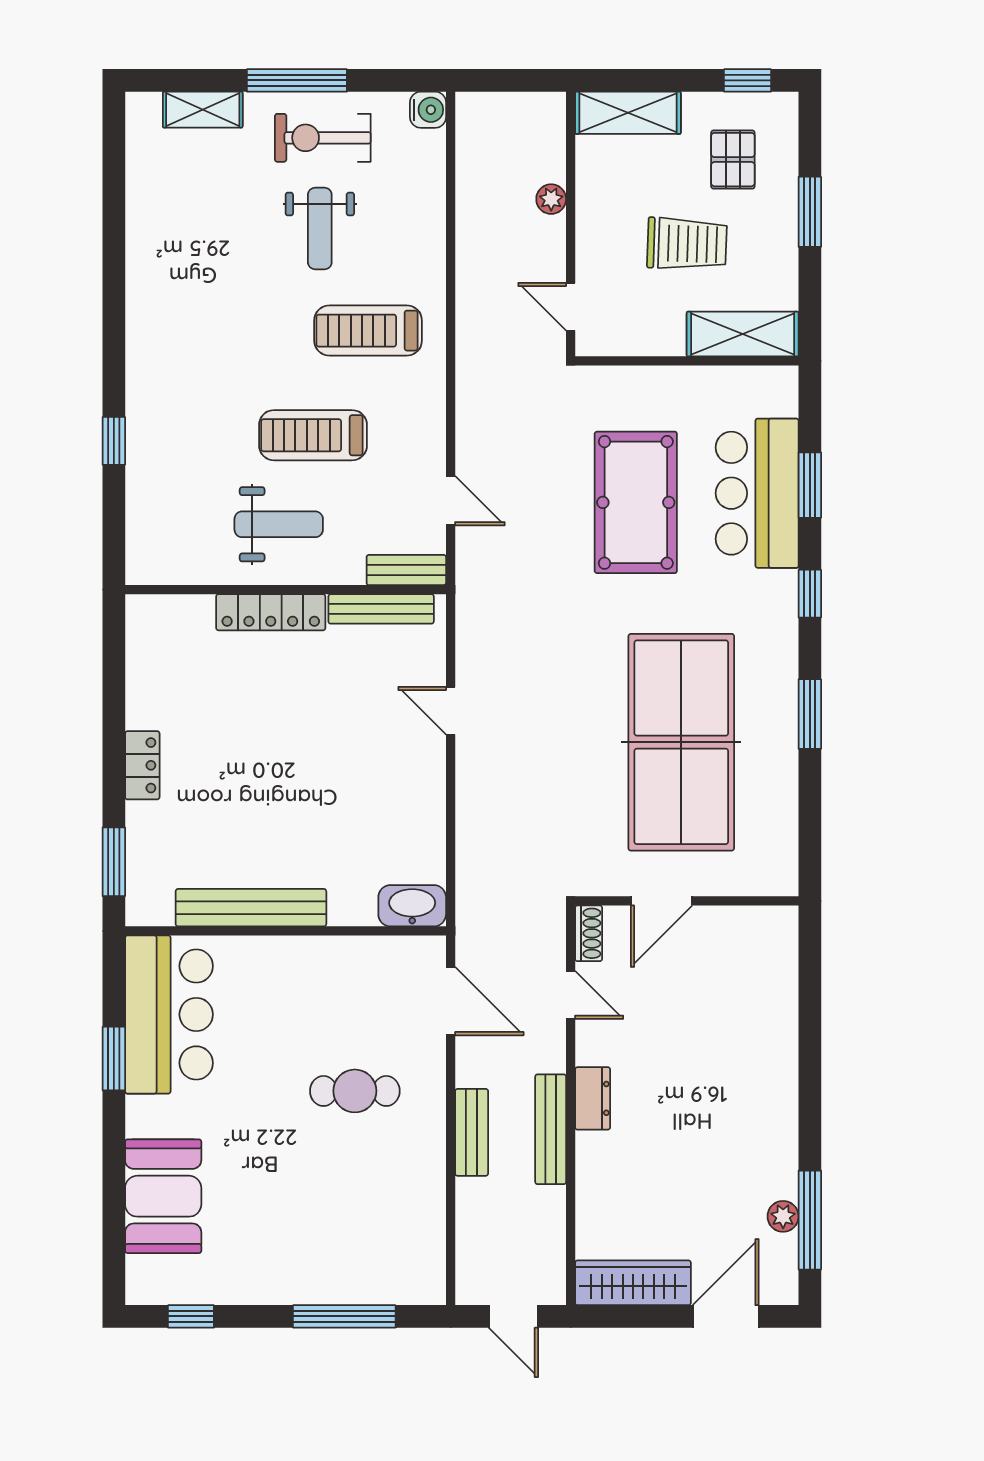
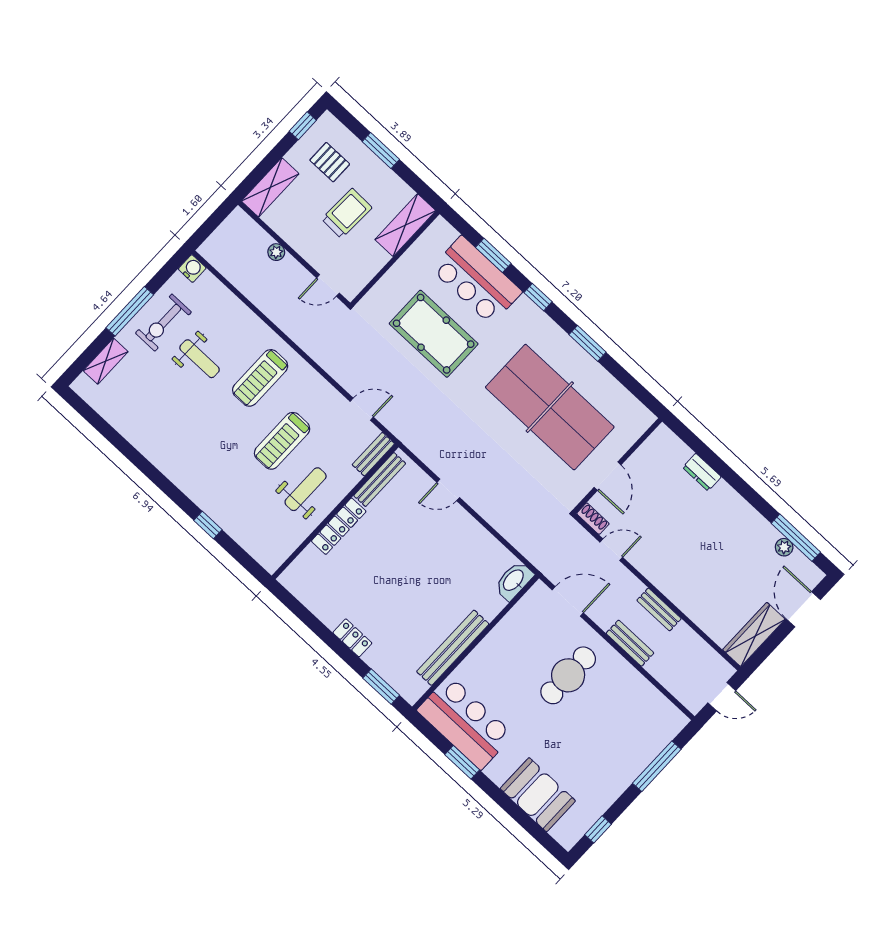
cafe table: (355, 1091) -> (568, 675), width x1.37, depth x1.35
dresser: (593, 1098) -> (702, 472), moved, turned 180
bench: (551, 1129) -> (659, 609), width x0.73

